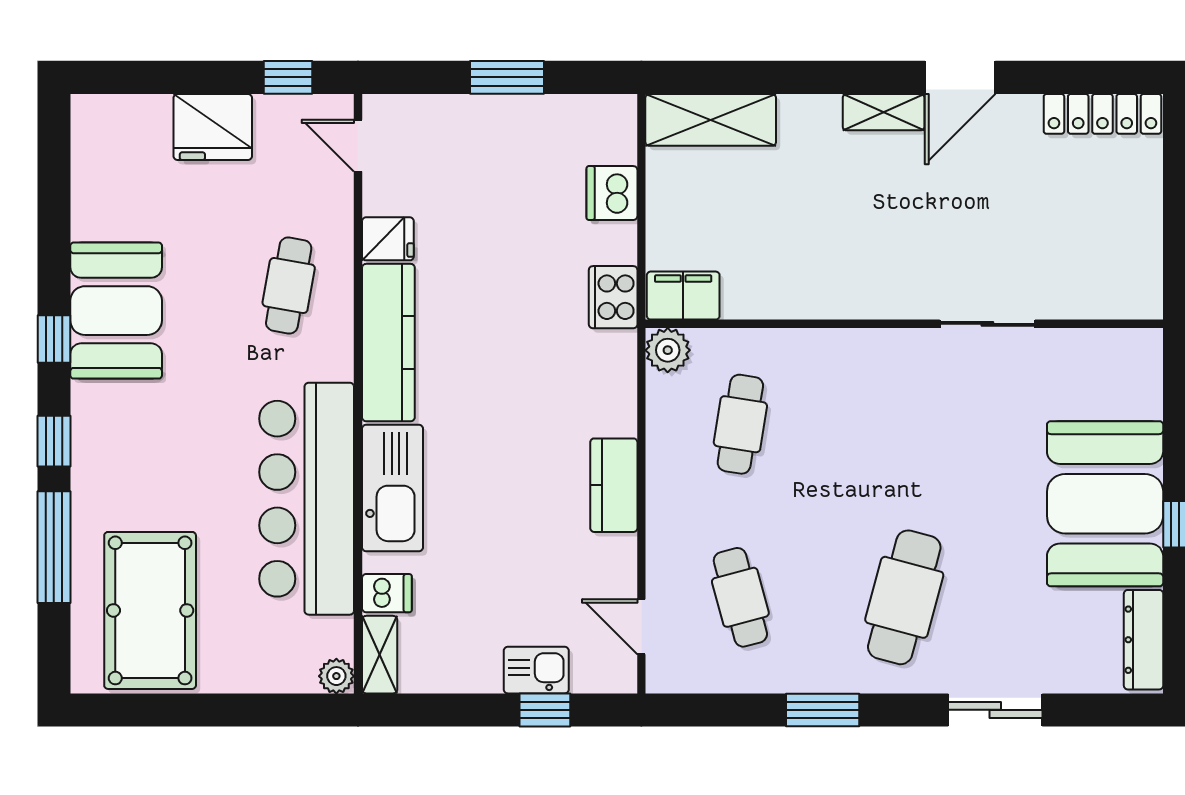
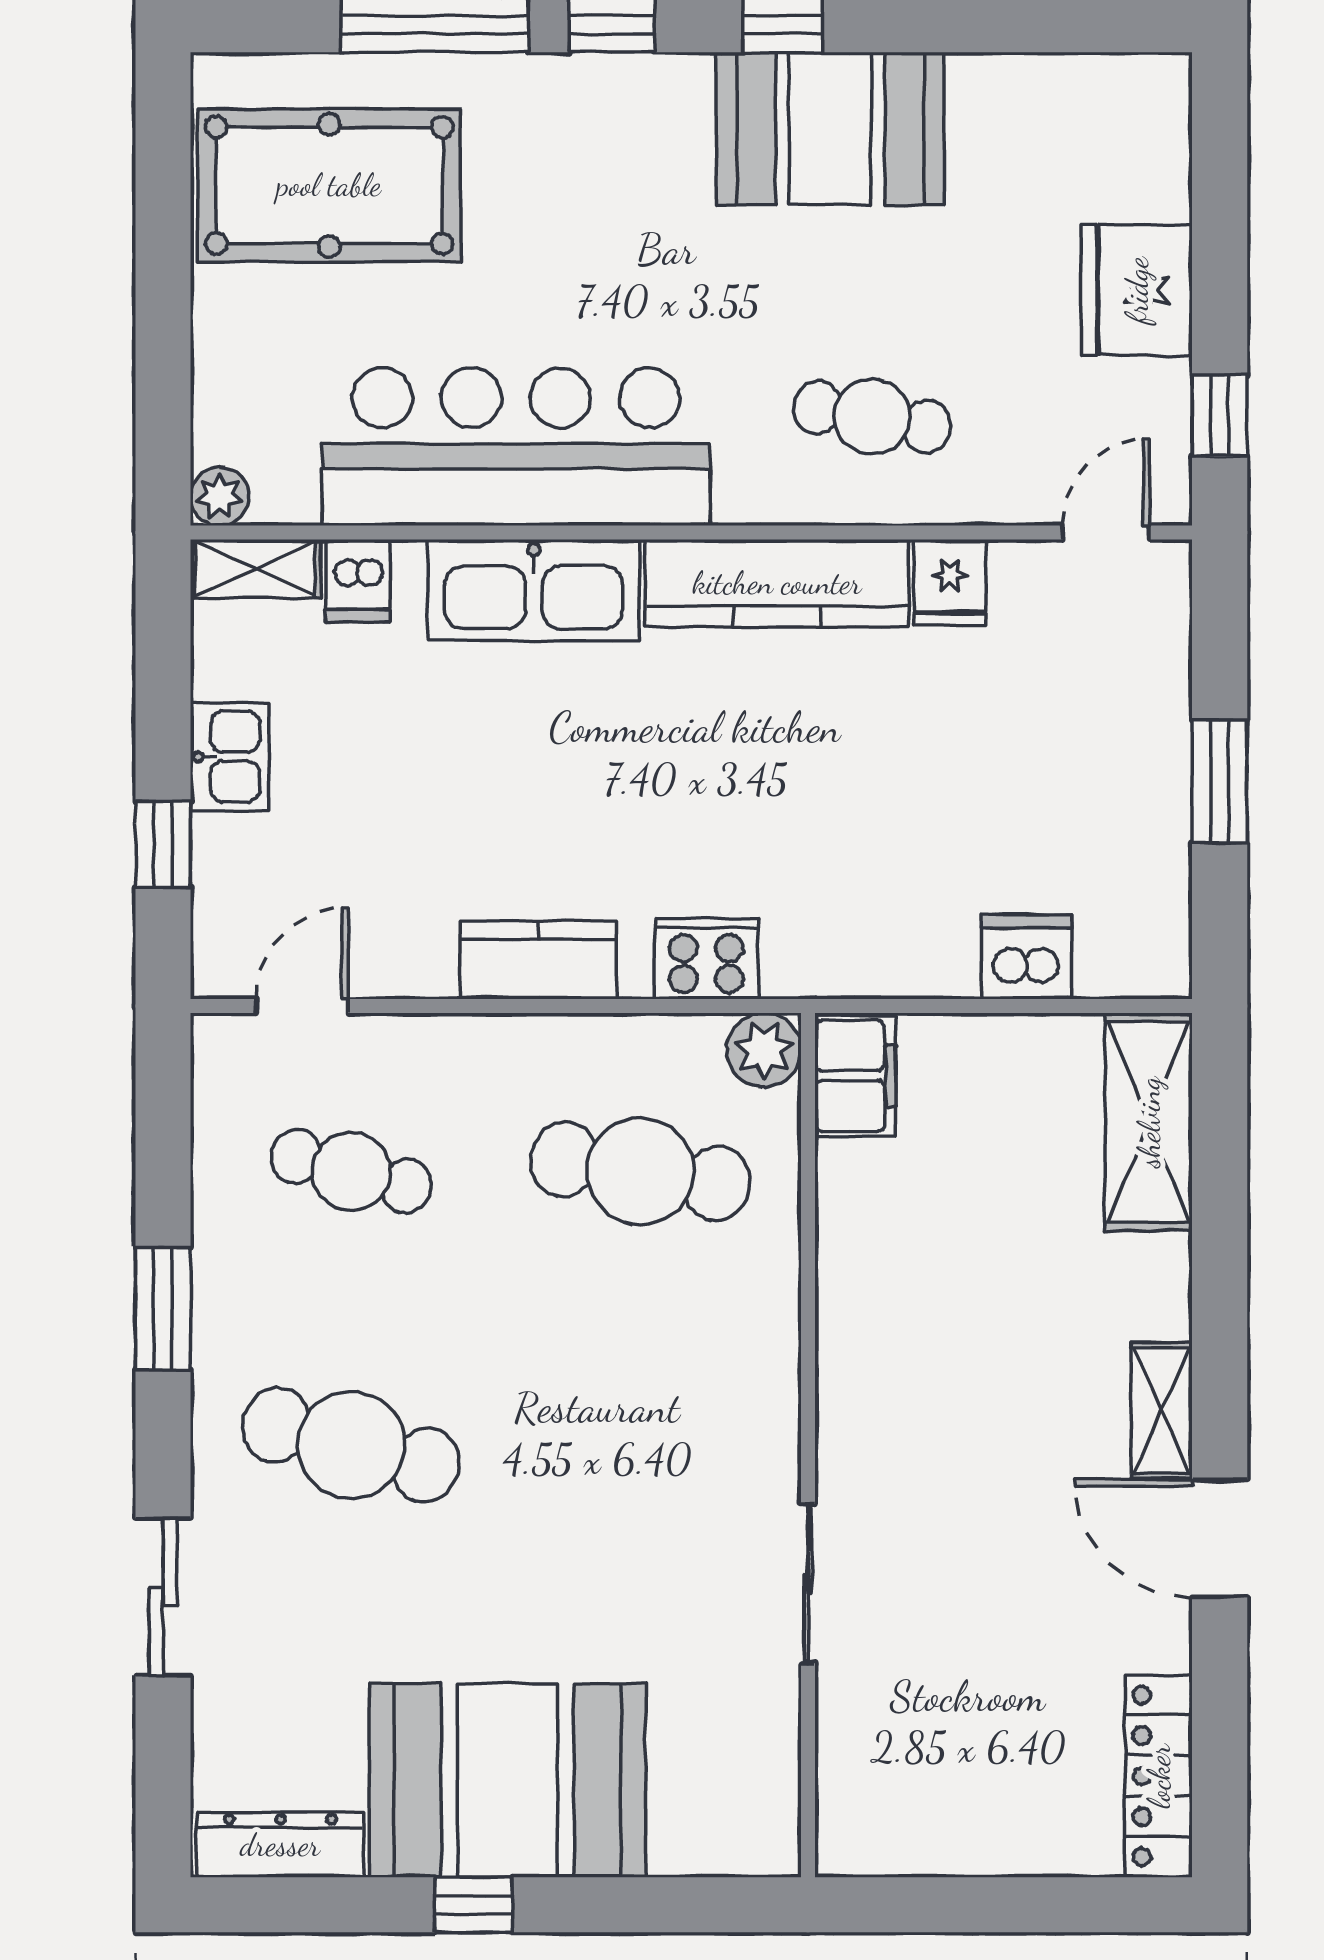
cooker: (613, 297) -> (706, 959), moved
cafe table: (740, 424) -> (640, 1171), width x1.37, depth x1.35
cafe table: (740, 597) -> (351, 1171), turned 30
kitchen sink: (536, 670) -> (230, 757), moved

